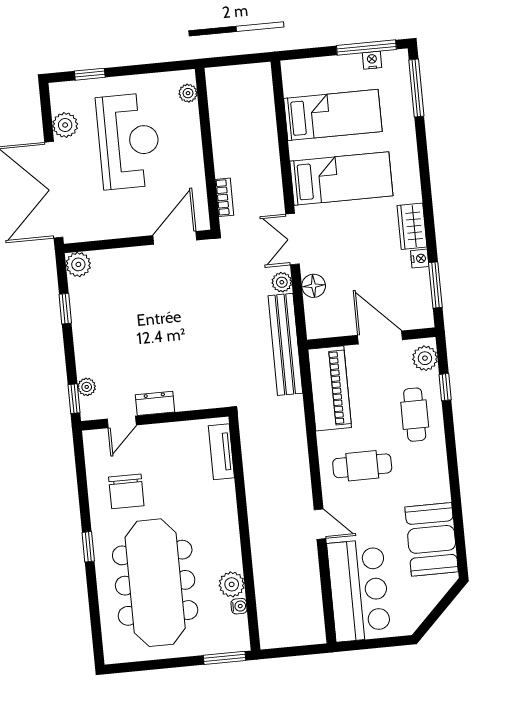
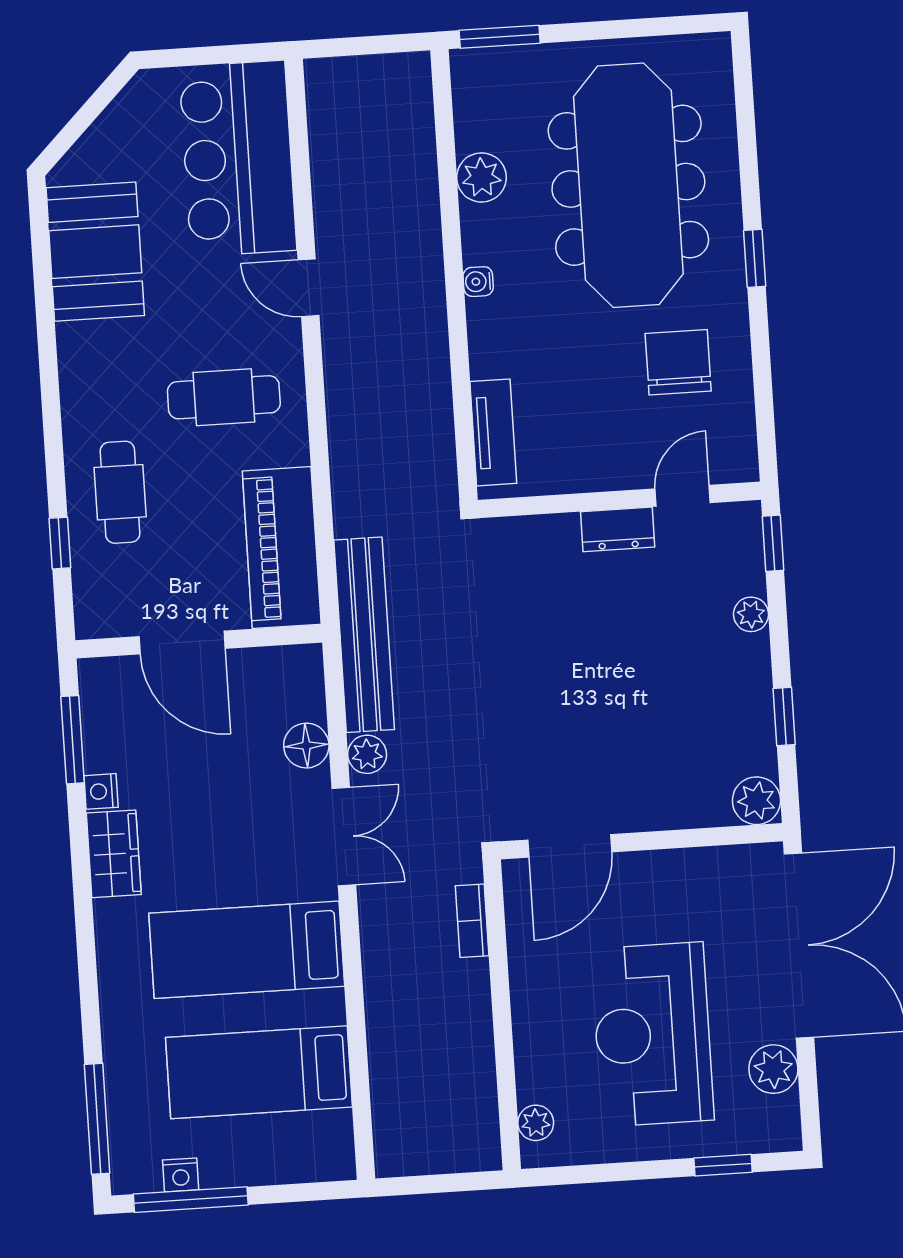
plant: (425, 358) -> (97, 600), removed
plant: (87, 387) -> (751, 614), moved
water cooler: (239, 606) -> (478, 282), moved

